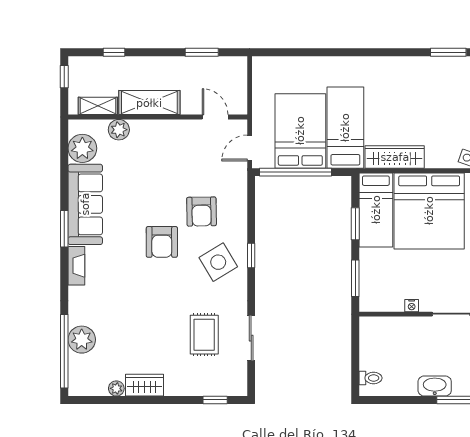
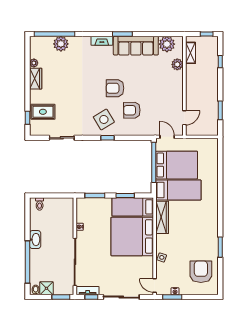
shelving: (149, 103) -> (192, 81), removed
rug: (204, 335) -> (43, 112), moved

